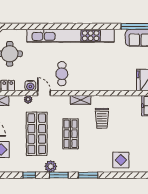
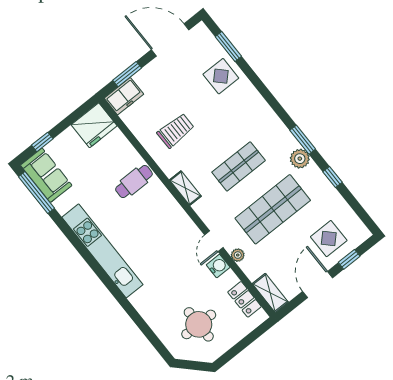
kitchen unit: (71, 36) -> (102, 251), width x0.73
cafe table: (62, 74) -> (134, 182), moved
trolley: (102, 118) -> (176, 131), moved
window: (88, 175) -> (228, 47), moved

